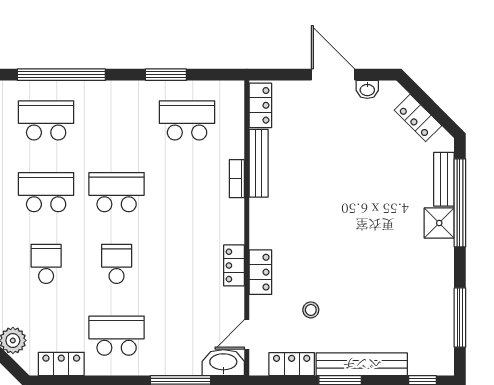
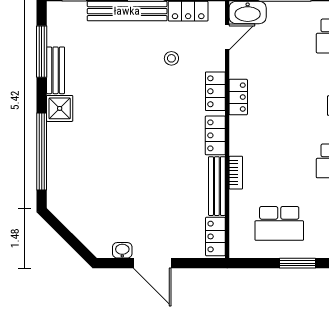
locker: (418, 118) -> (215, 135), moved, turned -135
bench: (444, 179) -> (56, 70), moved
shower: (439, 223) -> (60, 108), moved

